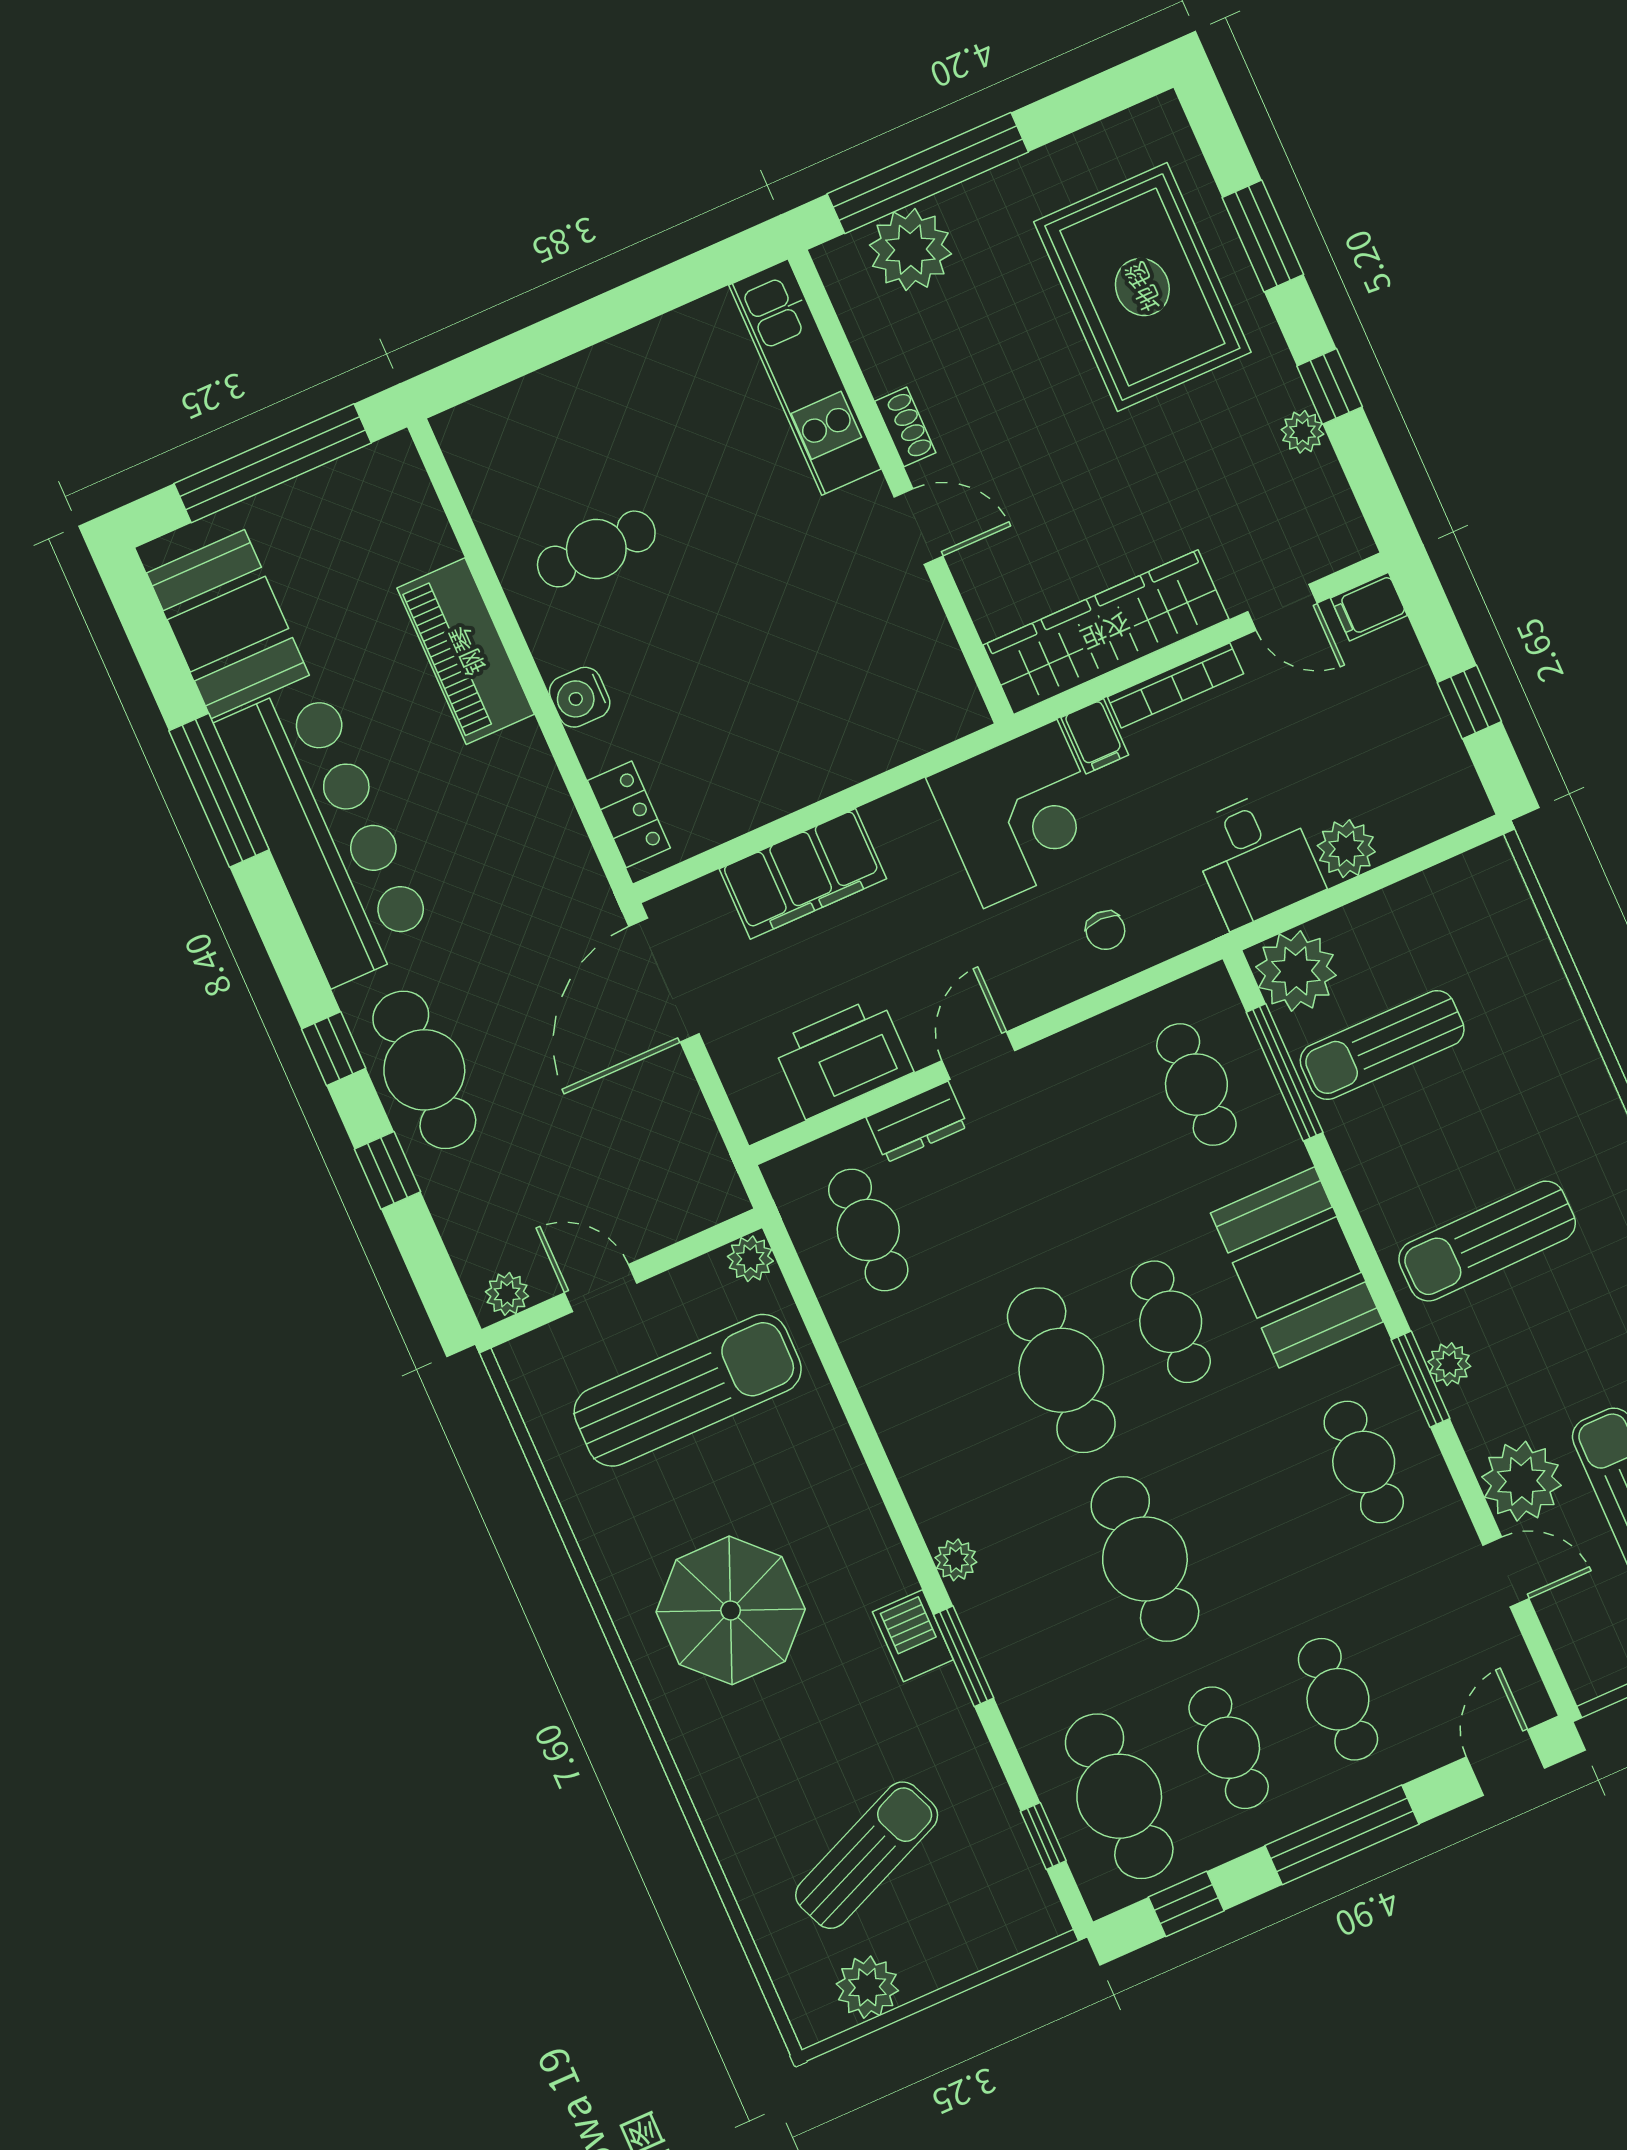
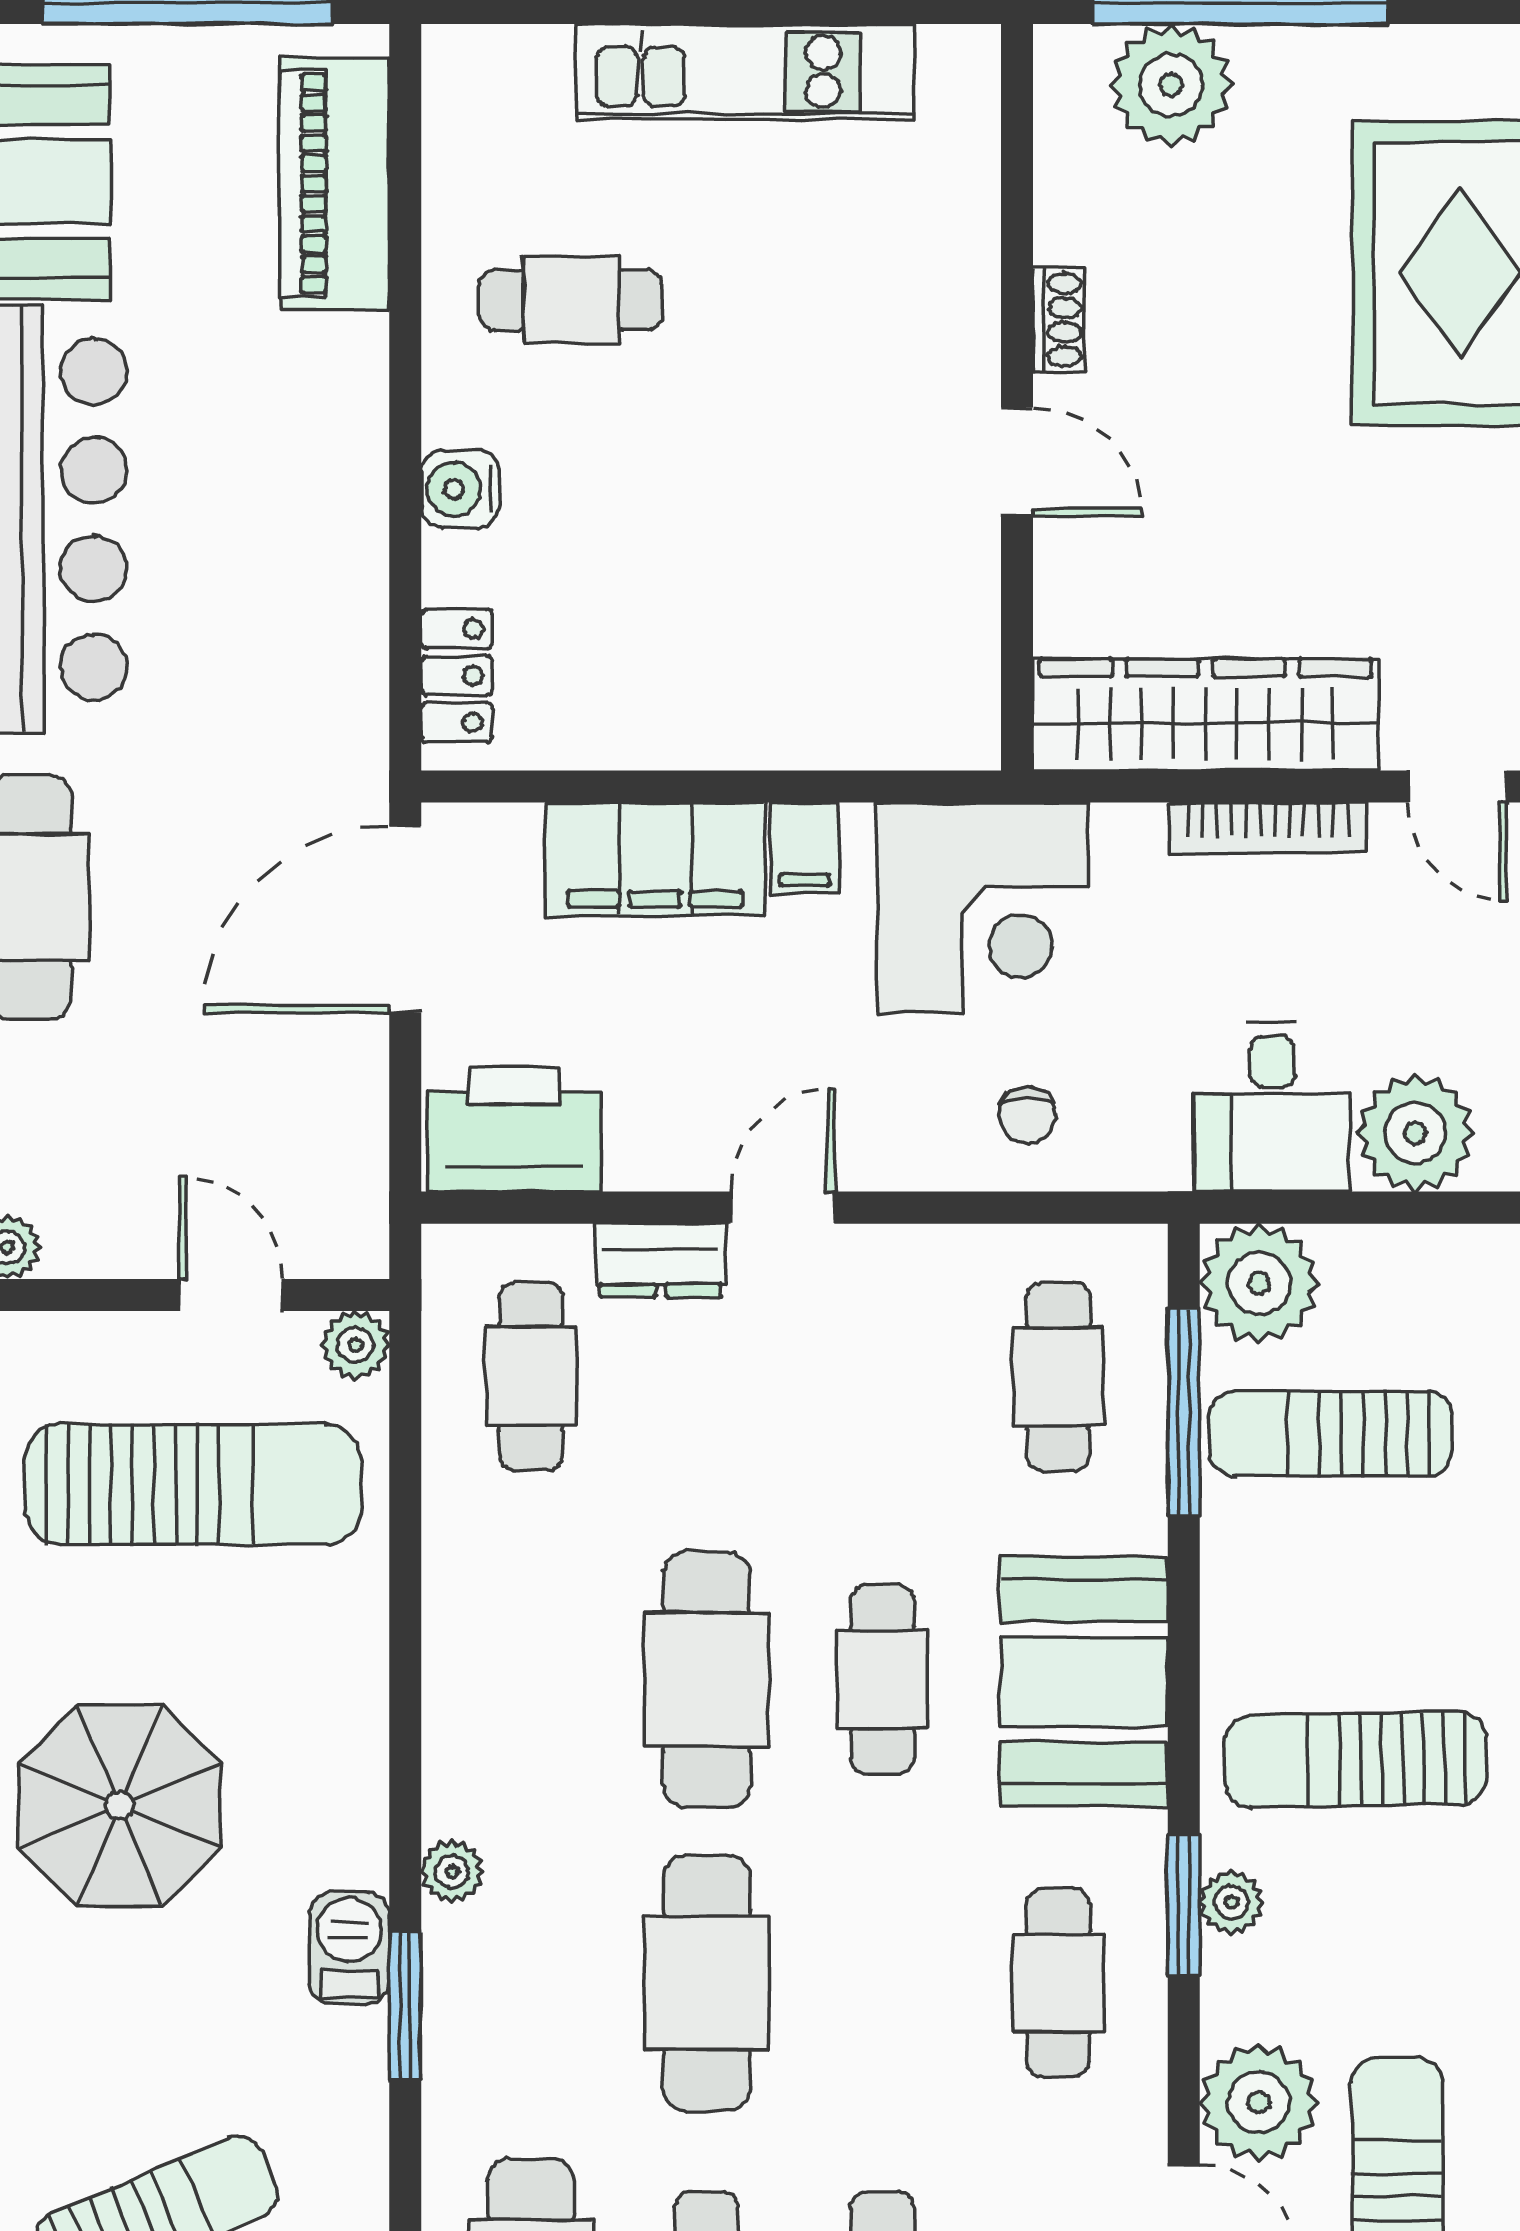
kitchen unit: (805, 377) -> (745, 72), moved, turned -90
piano: (466, 651) -> (335, 184), moved
filing cabinet: (1095, 736) -> (805, 848), moved
plant: (1346, 849) -> (1415, 1133), width x1.36, depth x1.36
printer: (843, 1057) -> (514, 1129), moved
door: (601, 1288) -> (231, 1295), moved

